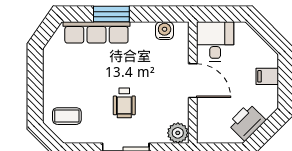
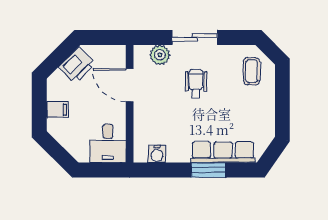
door: (193, 81) -> (130, 85), moved
coffee table: (67, 116) -> (252, 71), turned 90
plant: (178, 133) -> (160, 55), moved

